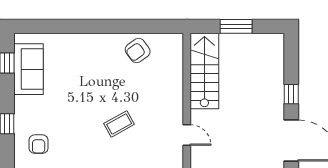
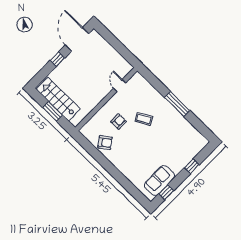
stairs: (204, 71) -> (58, 99), moved, turned 90
armchair: (39, 144) -> (119, 122), moved

